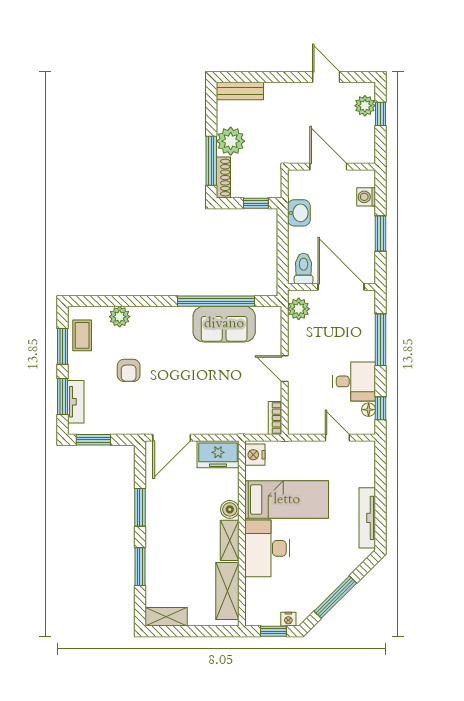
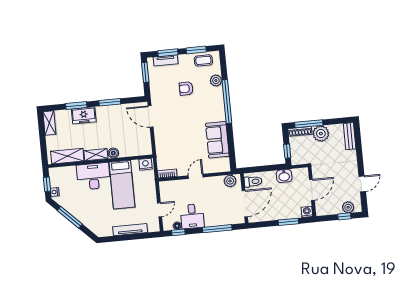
washing machine: (366, 197) -> (307, 212), moved
window: (380, 234) -> (288, 222), moved
window: (216, 301) -> (227, 101), moved
freezer: (218, 454) -> (84, 115), moved, turned -90
tv unit: (367, 518) -> (130, 230), moved

